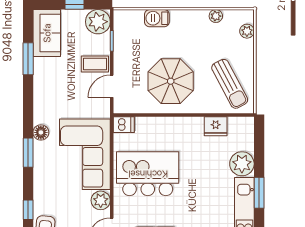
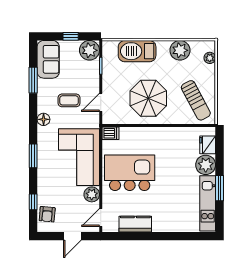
plant: (216, 16) -> (180, 50), width x1.87, depth x1.87
barbecue: (157, 18) -> (137, 51), width x1.88, depth x1.53
coffee table: (95, 64) -> (69, 100), moved
fridge: (216, 126) -> (208, 145), moved, turned 90
floor lamp: (41, 132) -> (44, 119), moved

